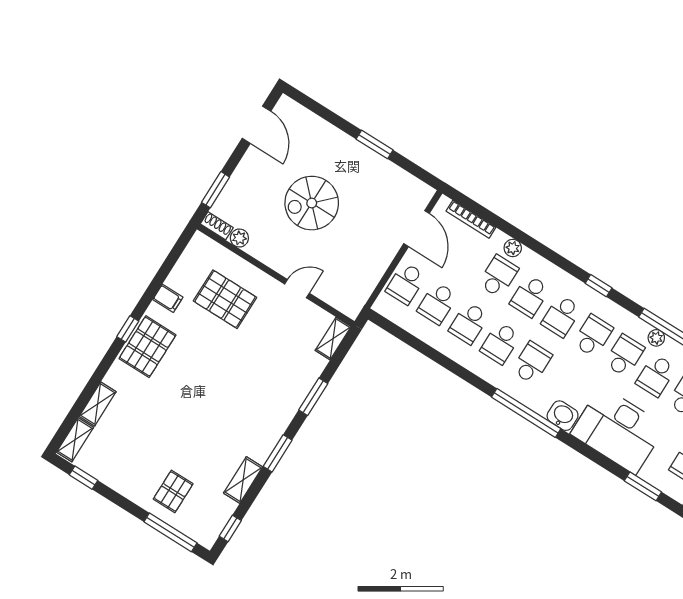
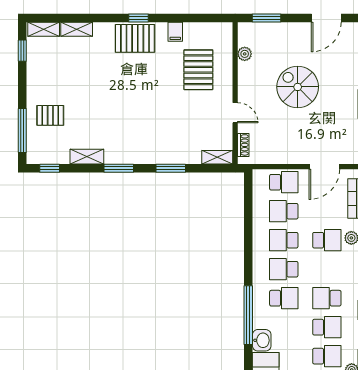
shoe rack: (217, 226) -> (243, 145), moved
school desk: (406, 283) -> (284, 182), turned 180
school desk: (530, 296) -> (327, 269), removed

